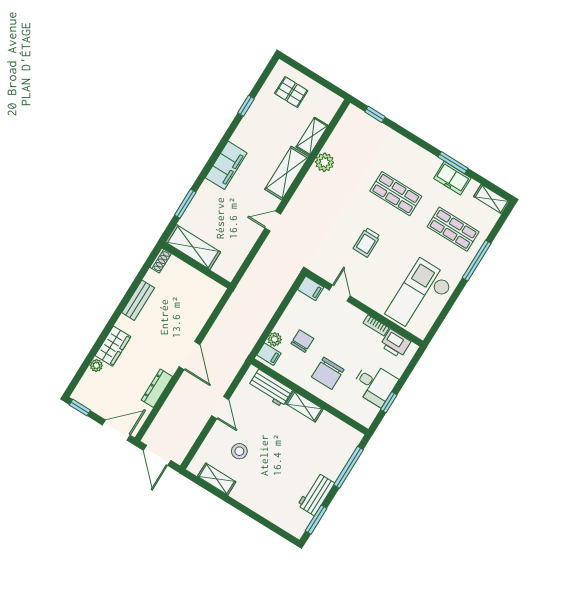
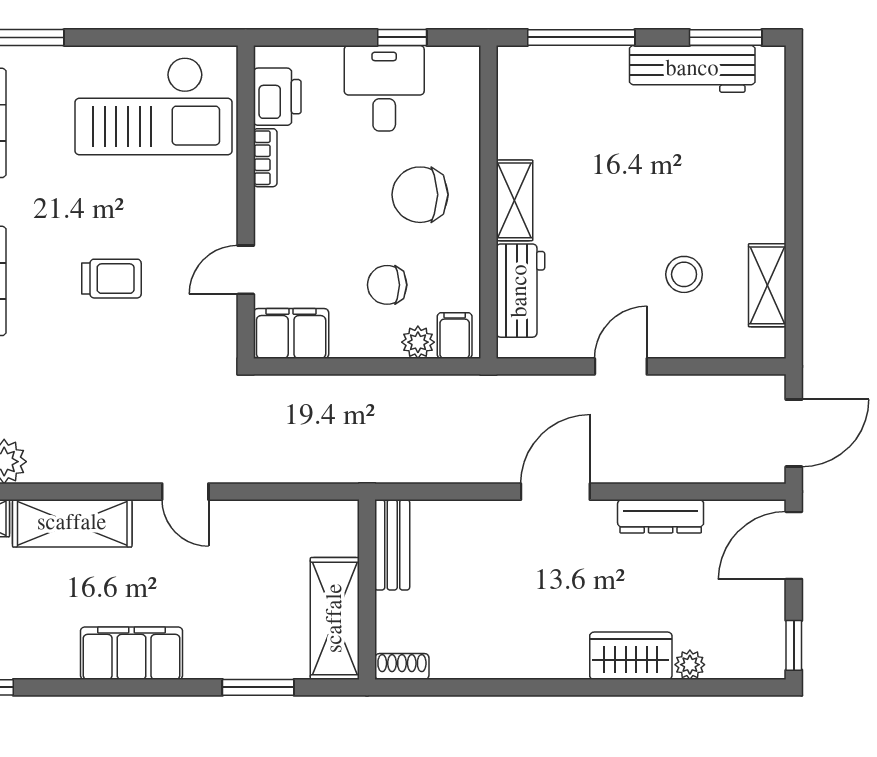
filing cabinet: (311, 288) -> (291, 334), width x2.00
bench: (138, 300) -> (392, 545), moved, turned 90
chair: (328, 373) -> (420, 195), turned 180
door: (116, 430) -> (794, 545), hinge flipped
workbench: (316, 494) -> (692, 69), width x1.38

